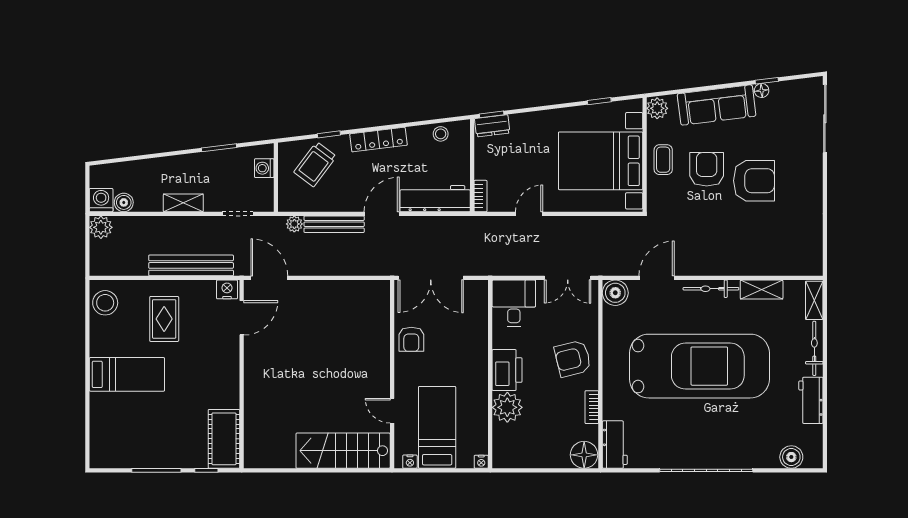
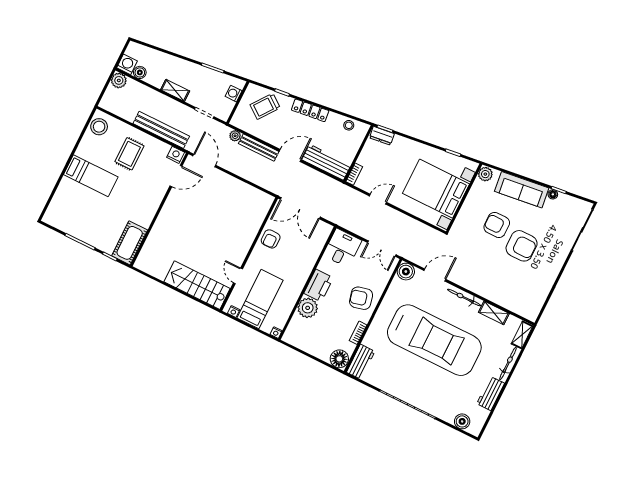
coffee table: (663, 160) -> (474, 206), removed
armchair: (707, 169) -> (497, 225), turned -90

